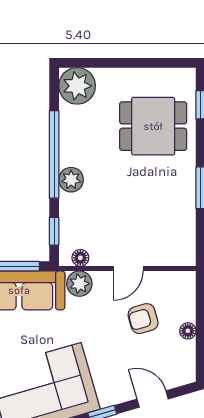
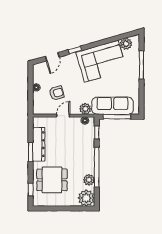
plant: (71, 180) -> (89, 180), moved
dresser: (183, 205) -> (39, 144), added
door: (153, 399) -> (52, 57), hinge flipped

